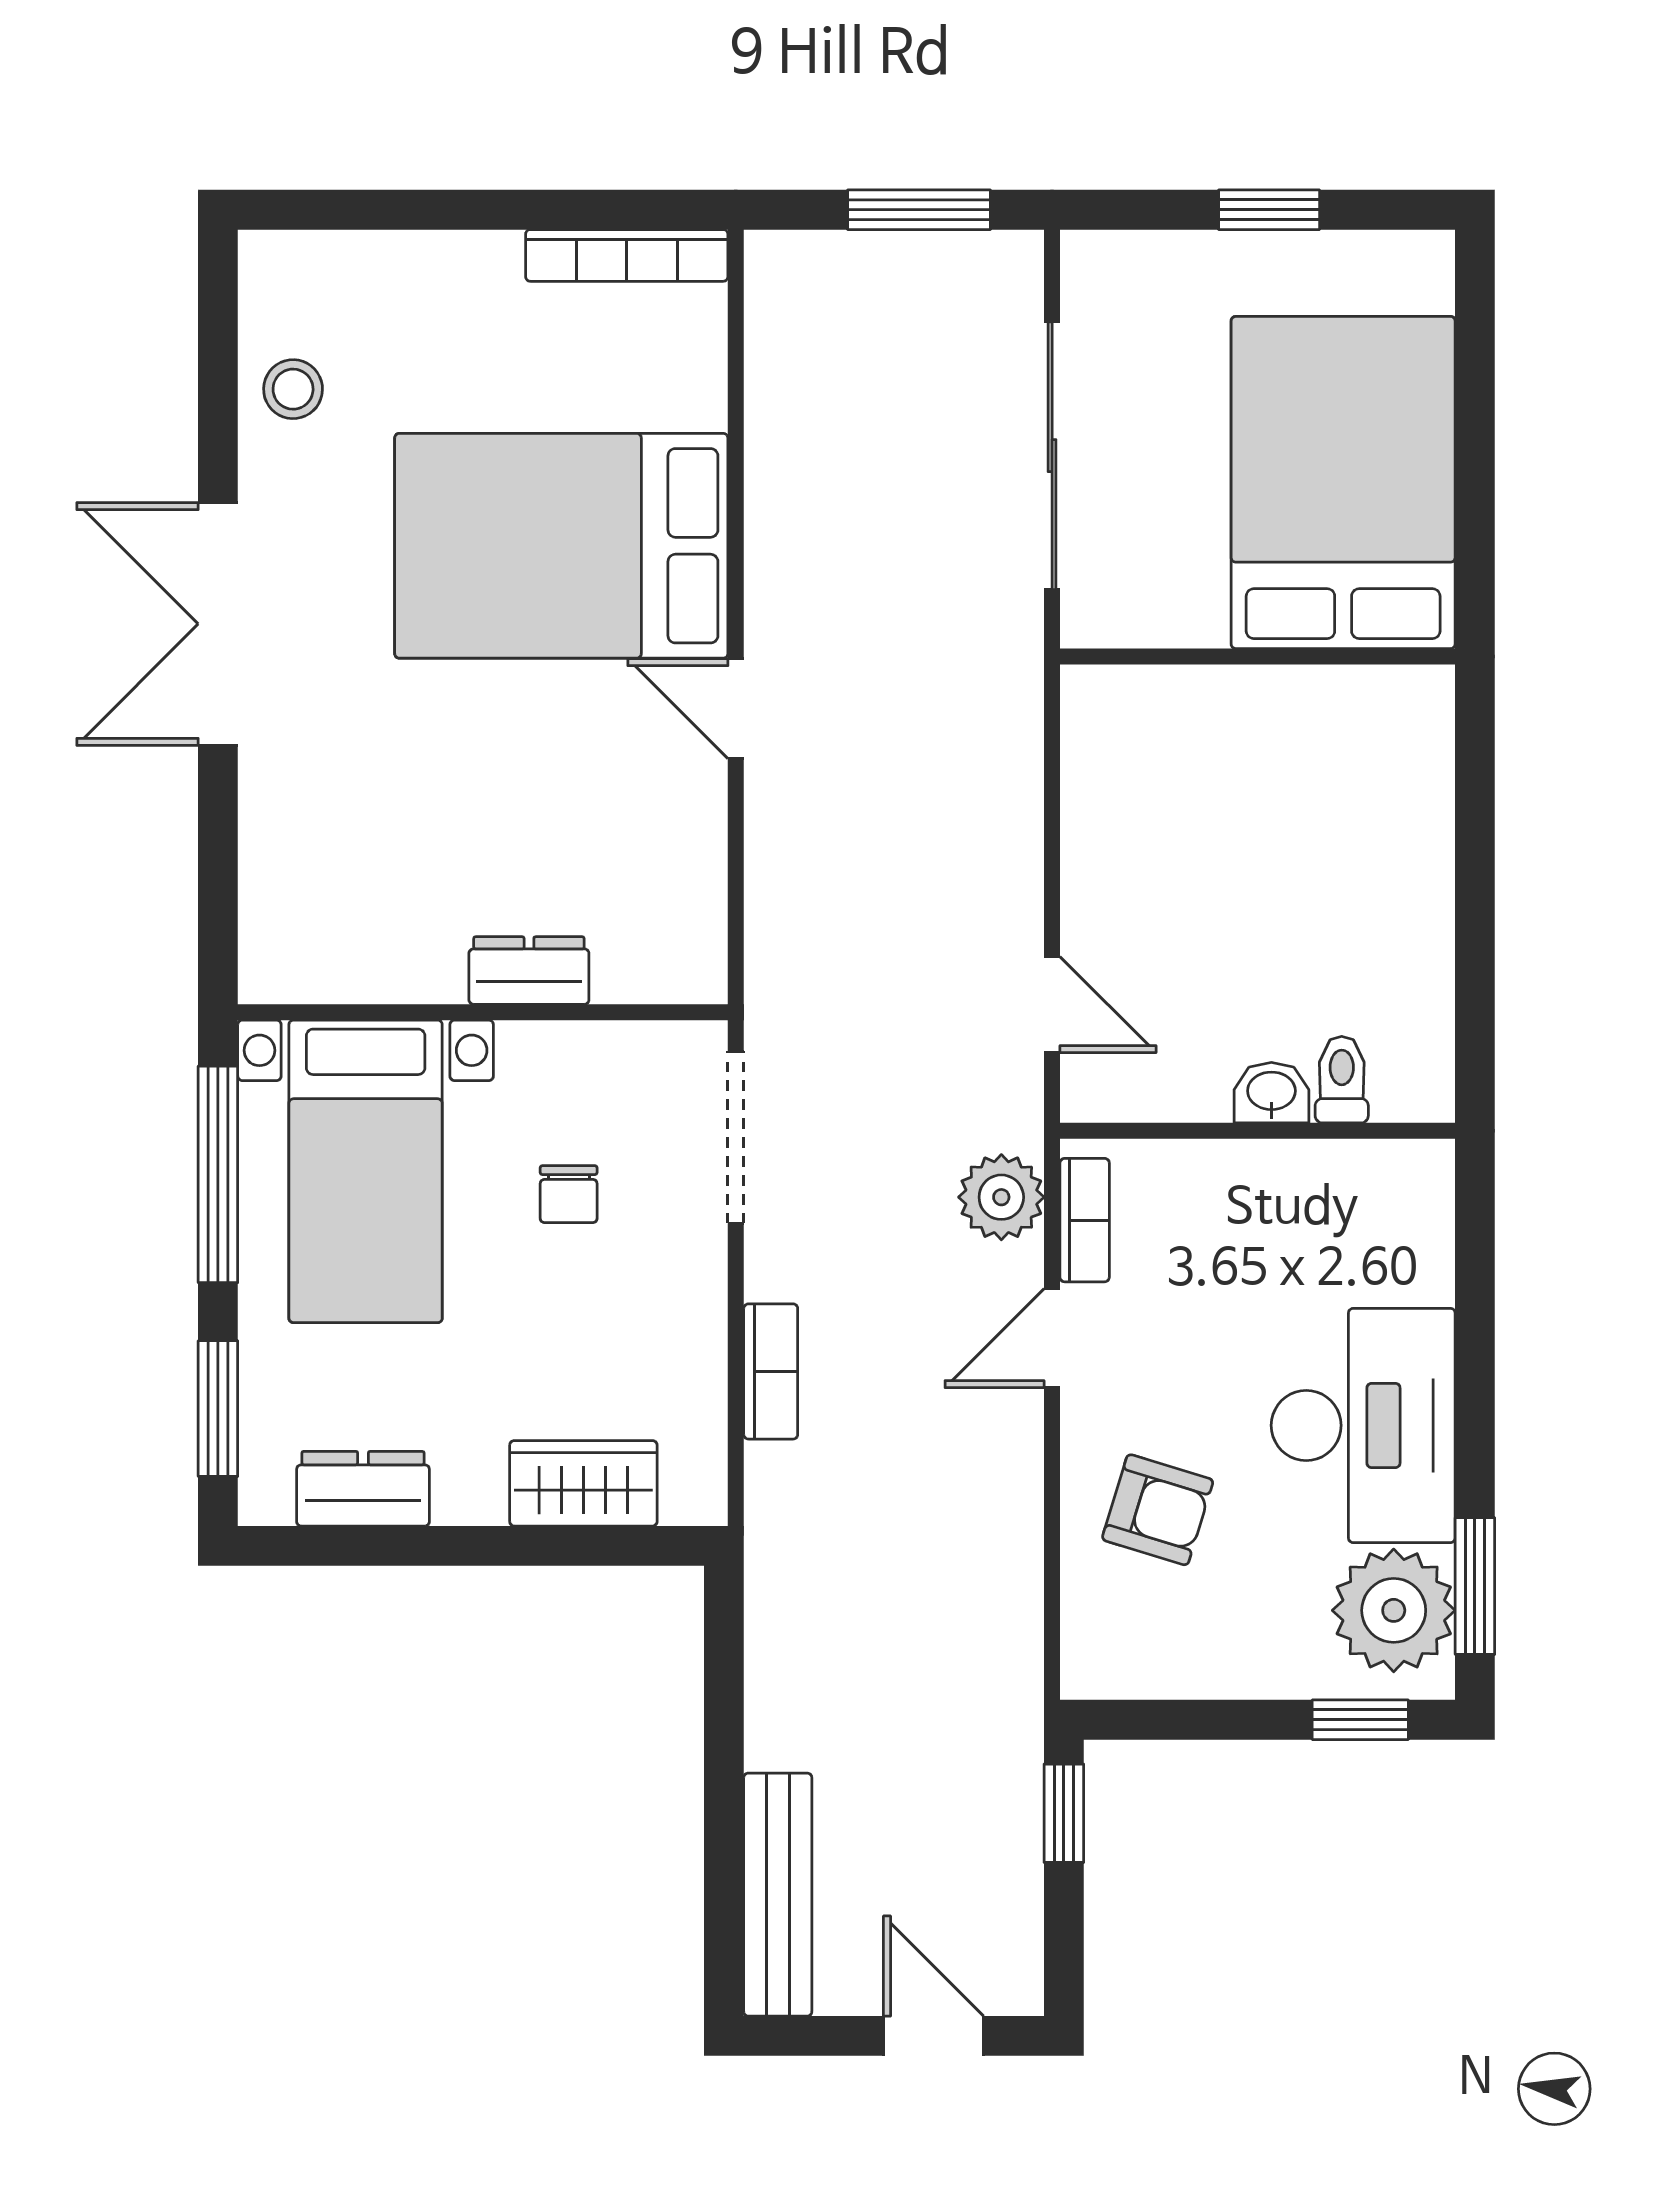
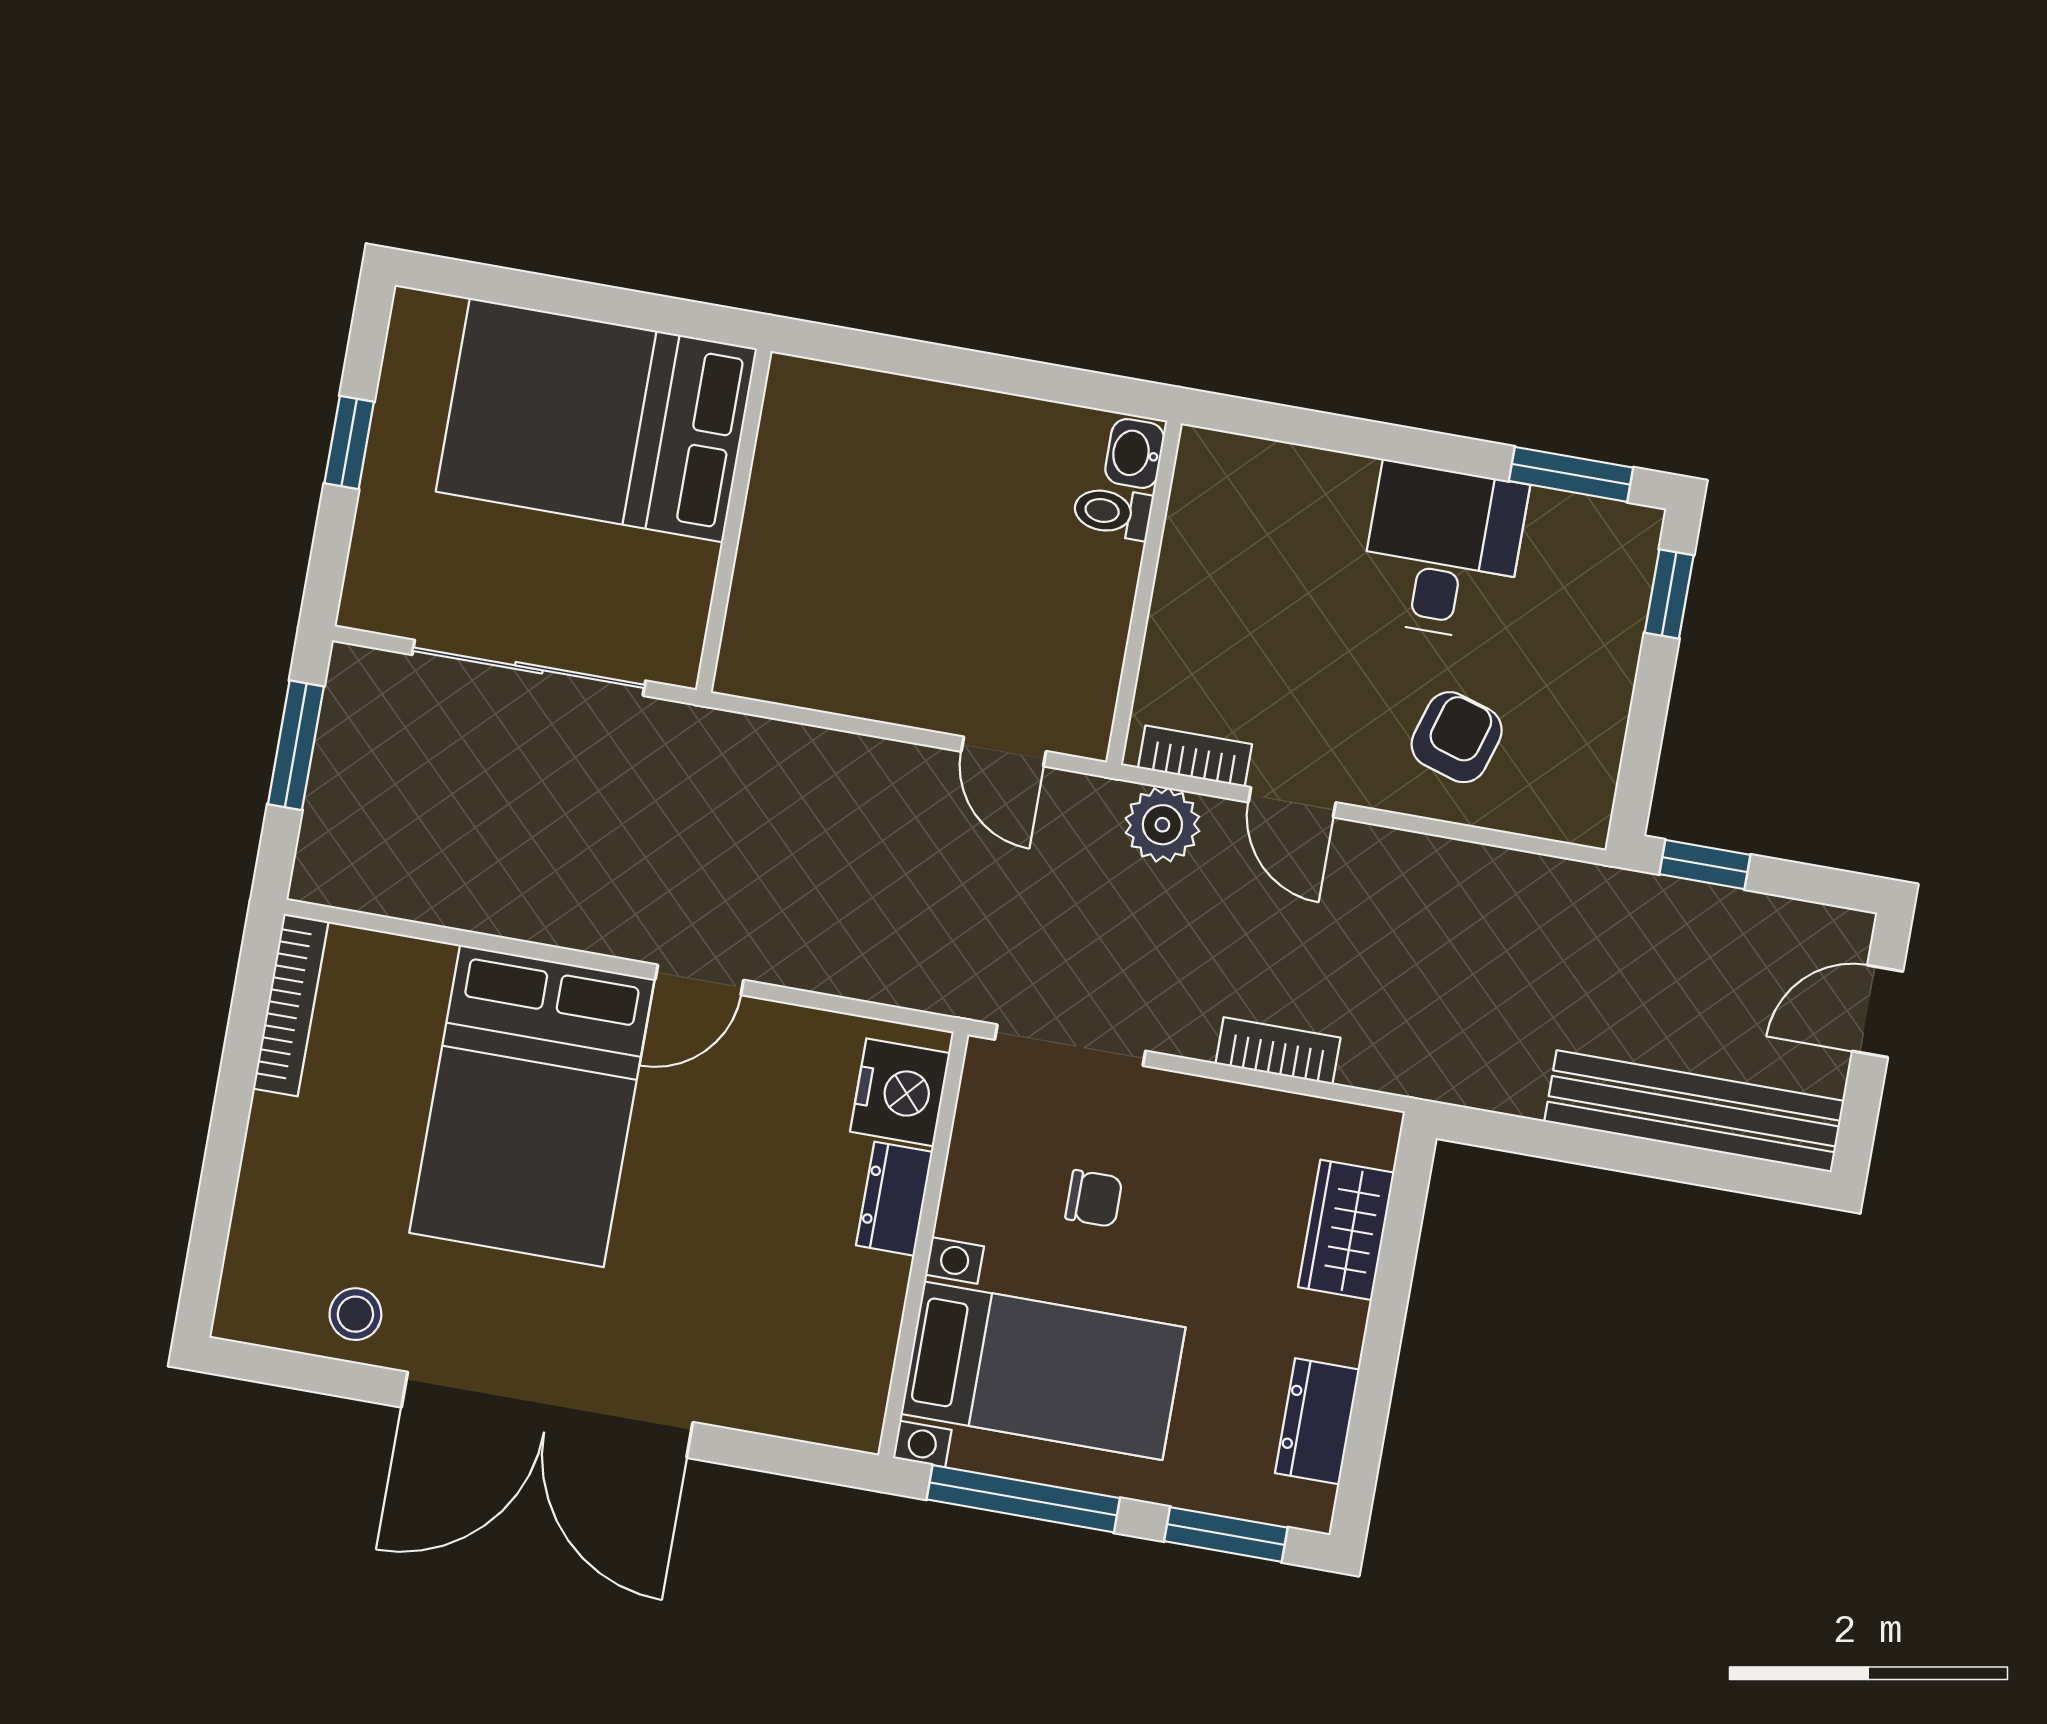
double door: (218, 624) -> (547, 1415), width x1.36
nightstand: (649, 956) -> (900, 1092), added
door: (1052, 1005) -> (1004, 751), swing flipped
washbasin: (1271, 1093) -> (1135, 453), moved
desk: (1363, 1425) -> (1443, 551), width x0.73
plant: (1394, 1610) -> (1580, 548), removed
bench: (778, 1895) -> (1694, 1111), width x1.37, depth x1.21

